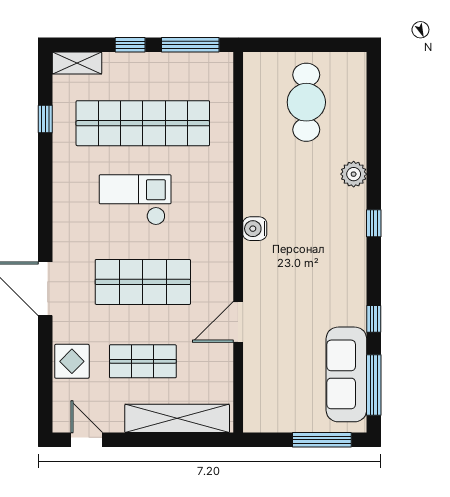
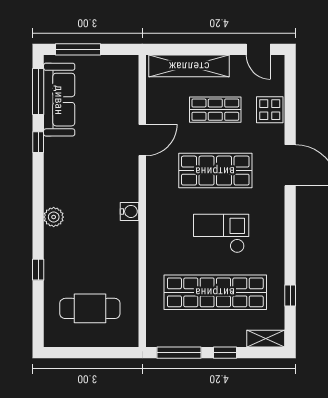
cafe table: (306, 102) -> (90, 308), turned 90
plant: (354, 174) -> (54, 217), moved
checkout: (135, 200) -> (221, 234), turned 180
window: (374, 223) -> (38, 270), moved

